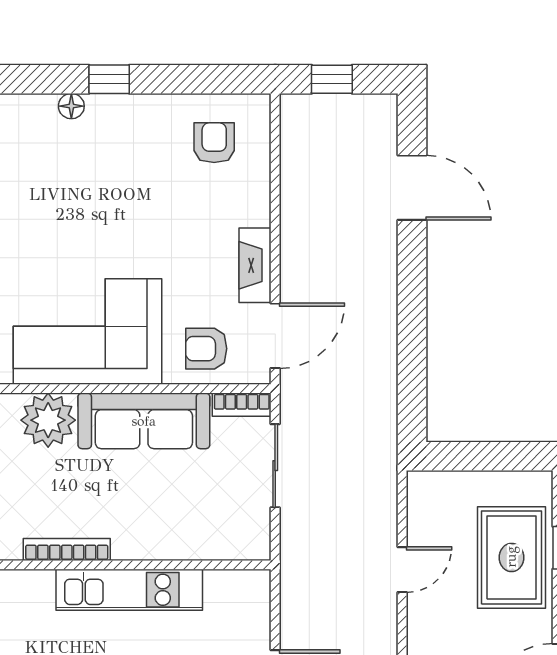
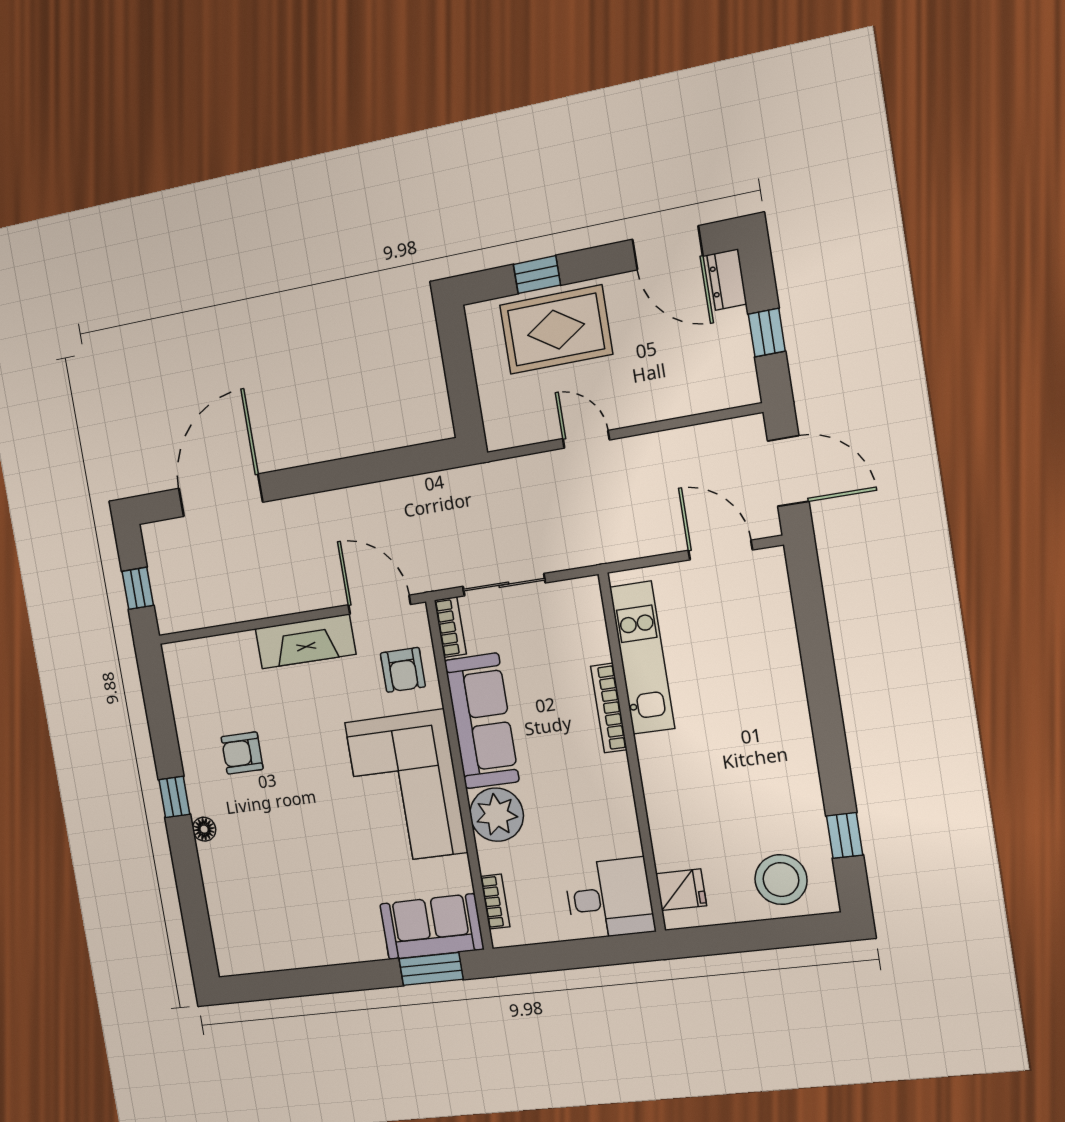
armchair: (214, 143) -> (242, 753), moved
door: (412, 188) -> (221, 495), width x1.36
fireplace: (255, 265) -> (305, 641), width x1.37, depth x1.32
bookcase: (67, 550) -> (609, 708), moved
kitchen unit: (129, 590) -> (642, 658), moved

